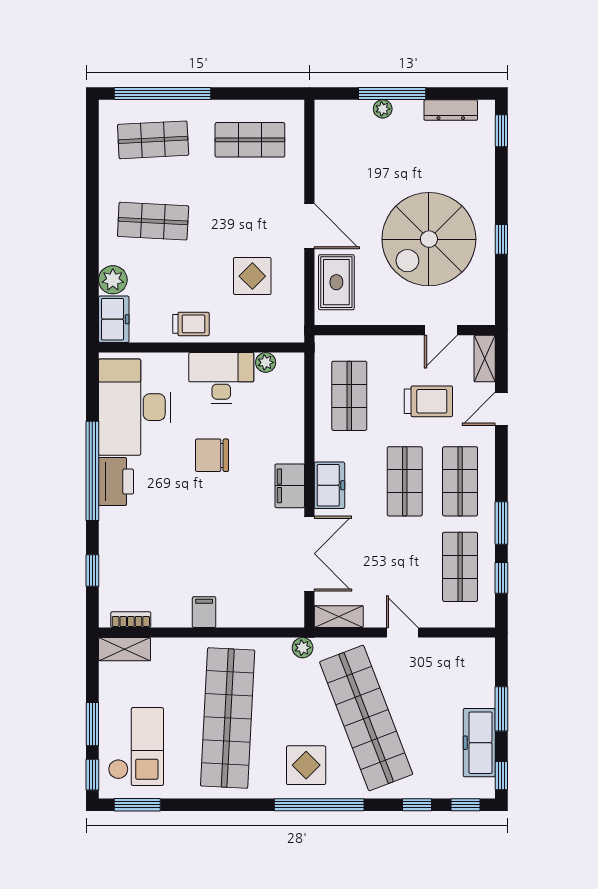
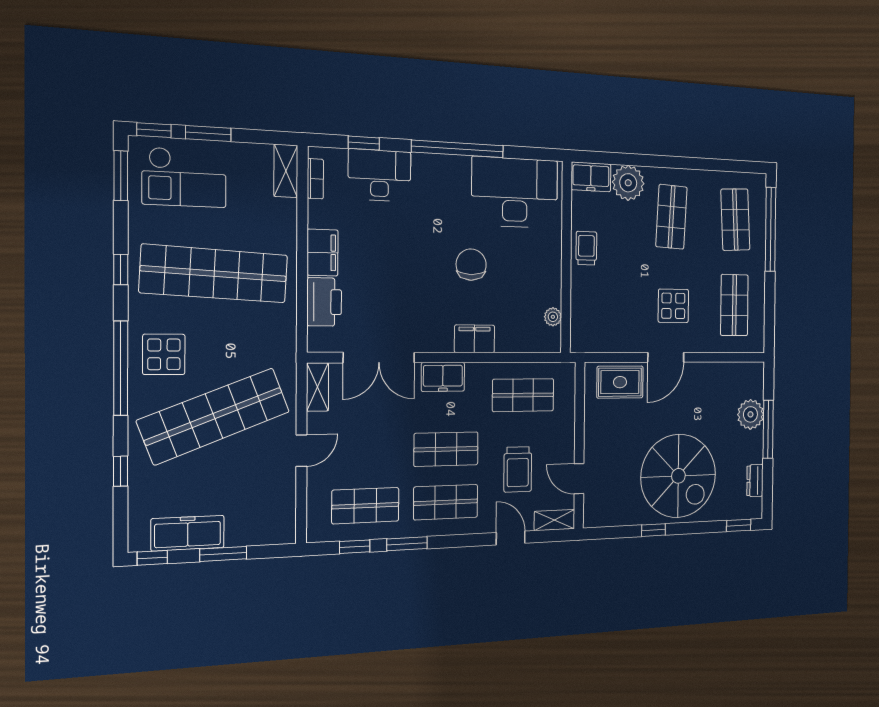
plant: (383, 109) -> (750, 414), width x1.87, depth x1.87
dresser: (451, 110) -> (755, 481), width x0.70
spiral stairs: (429, 239) -> (678, 476), moved, turned 180
display table: (252, 276) -> (673, 306), moved
plant: (113, 280) -> (628, 183), width x1.36, depth x1.36
trolley: (191, 324) -> (586, 248), turned 180
desk: (221, 378) -> (380, 175), moved, turned -90
printer: (116, 482) -> (324, 302), moved, turned -90
filing cabinet: (290, 486) -> (475, 339), moved
filing cabinet: (204, 612) -> (323, 253), width x2.00
plant: (303, 648) -> (287, 351), removed
window: (466, 805) -> (121, 269), moved

